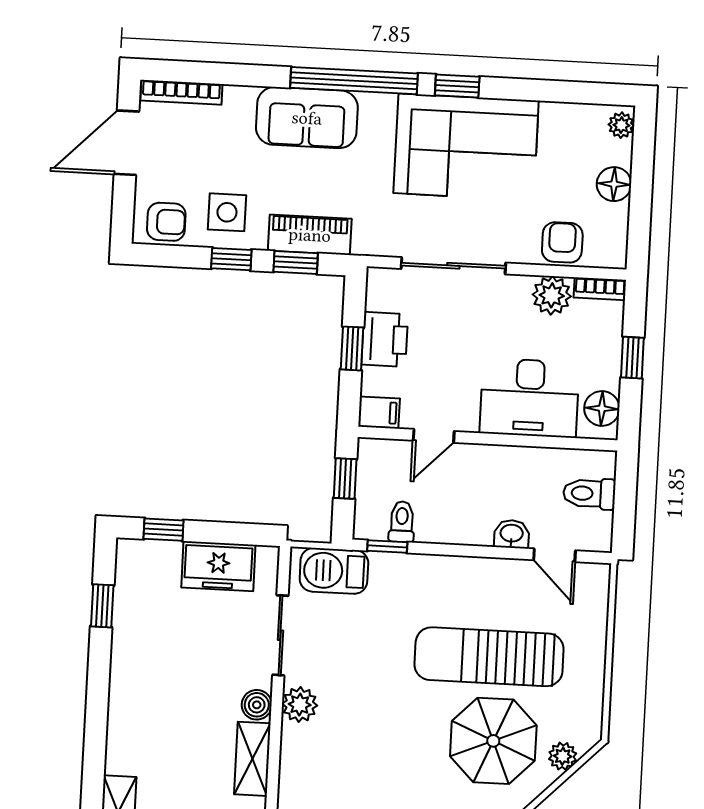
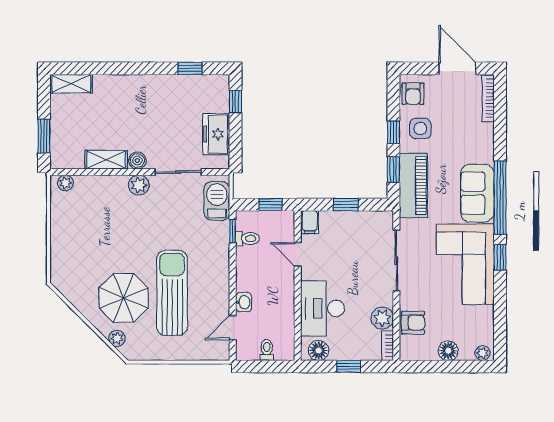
sofa: (307, 118) -> (477, 193), moved
piano: (310, 235) -> (413, 185), width x1.37, depth x1.33
printer: (385, 339) -> (352, 223), removed
toilet: (589, 493) -> (267, 350), width x0.73, depth x0.72

